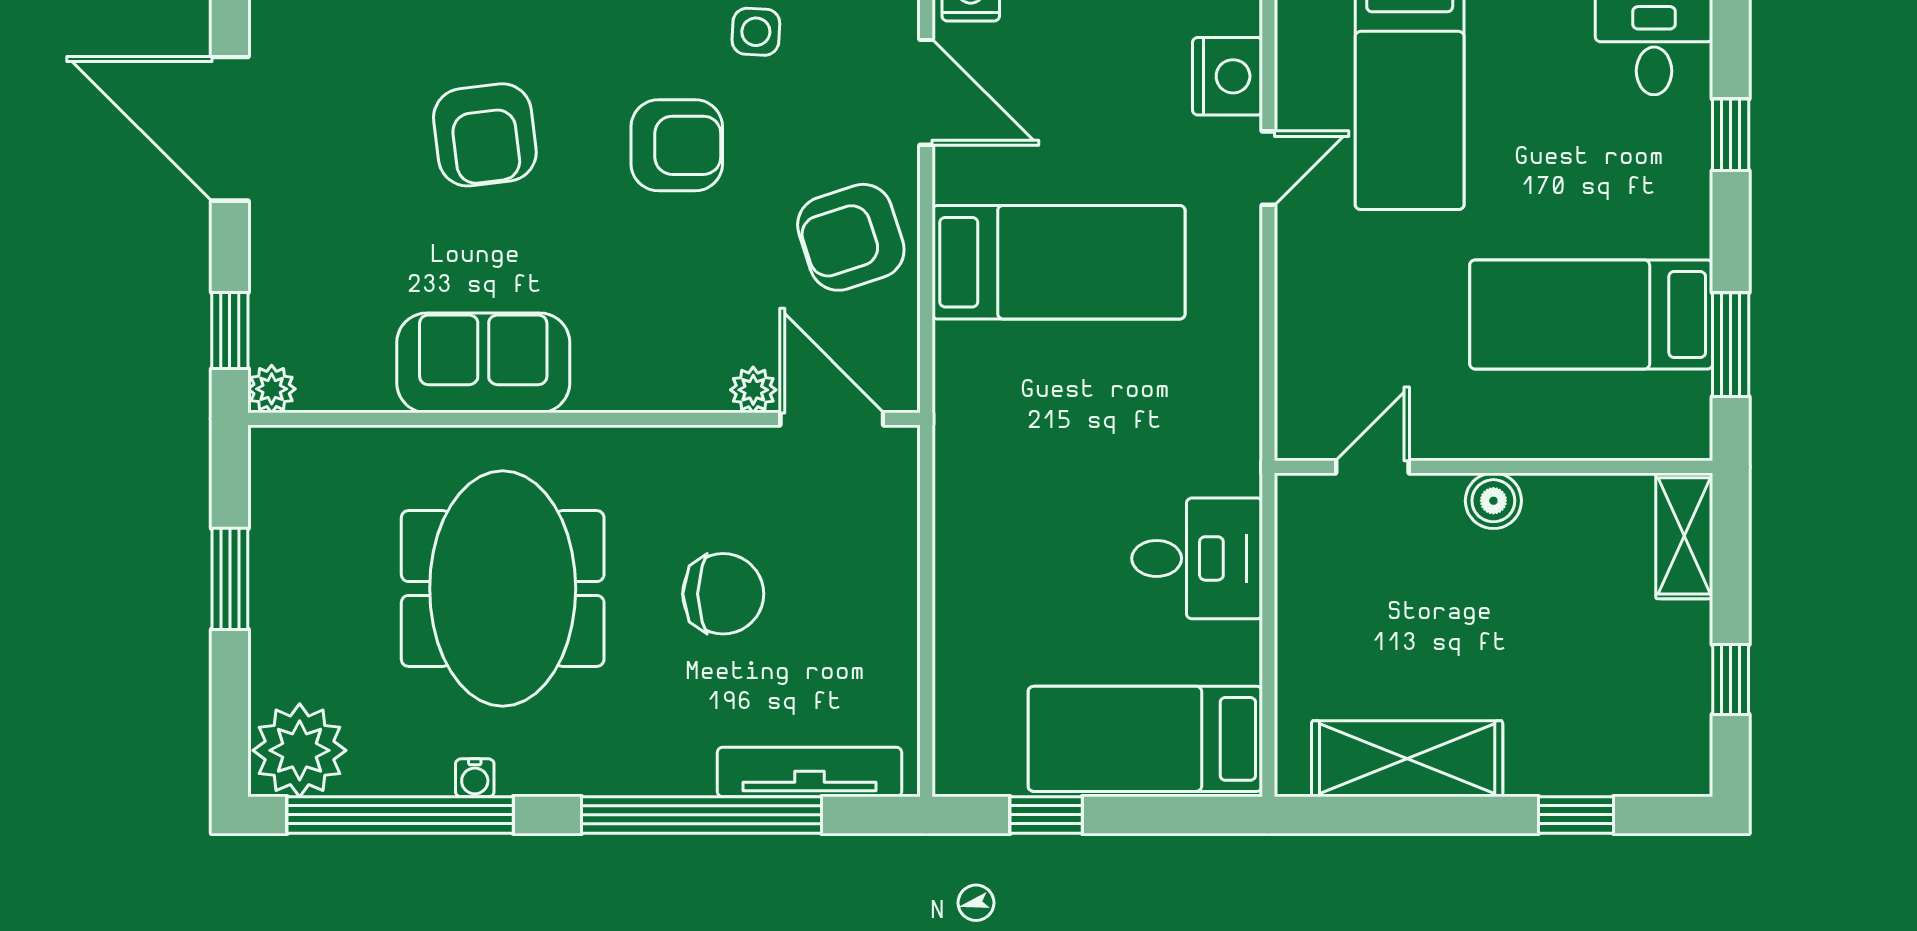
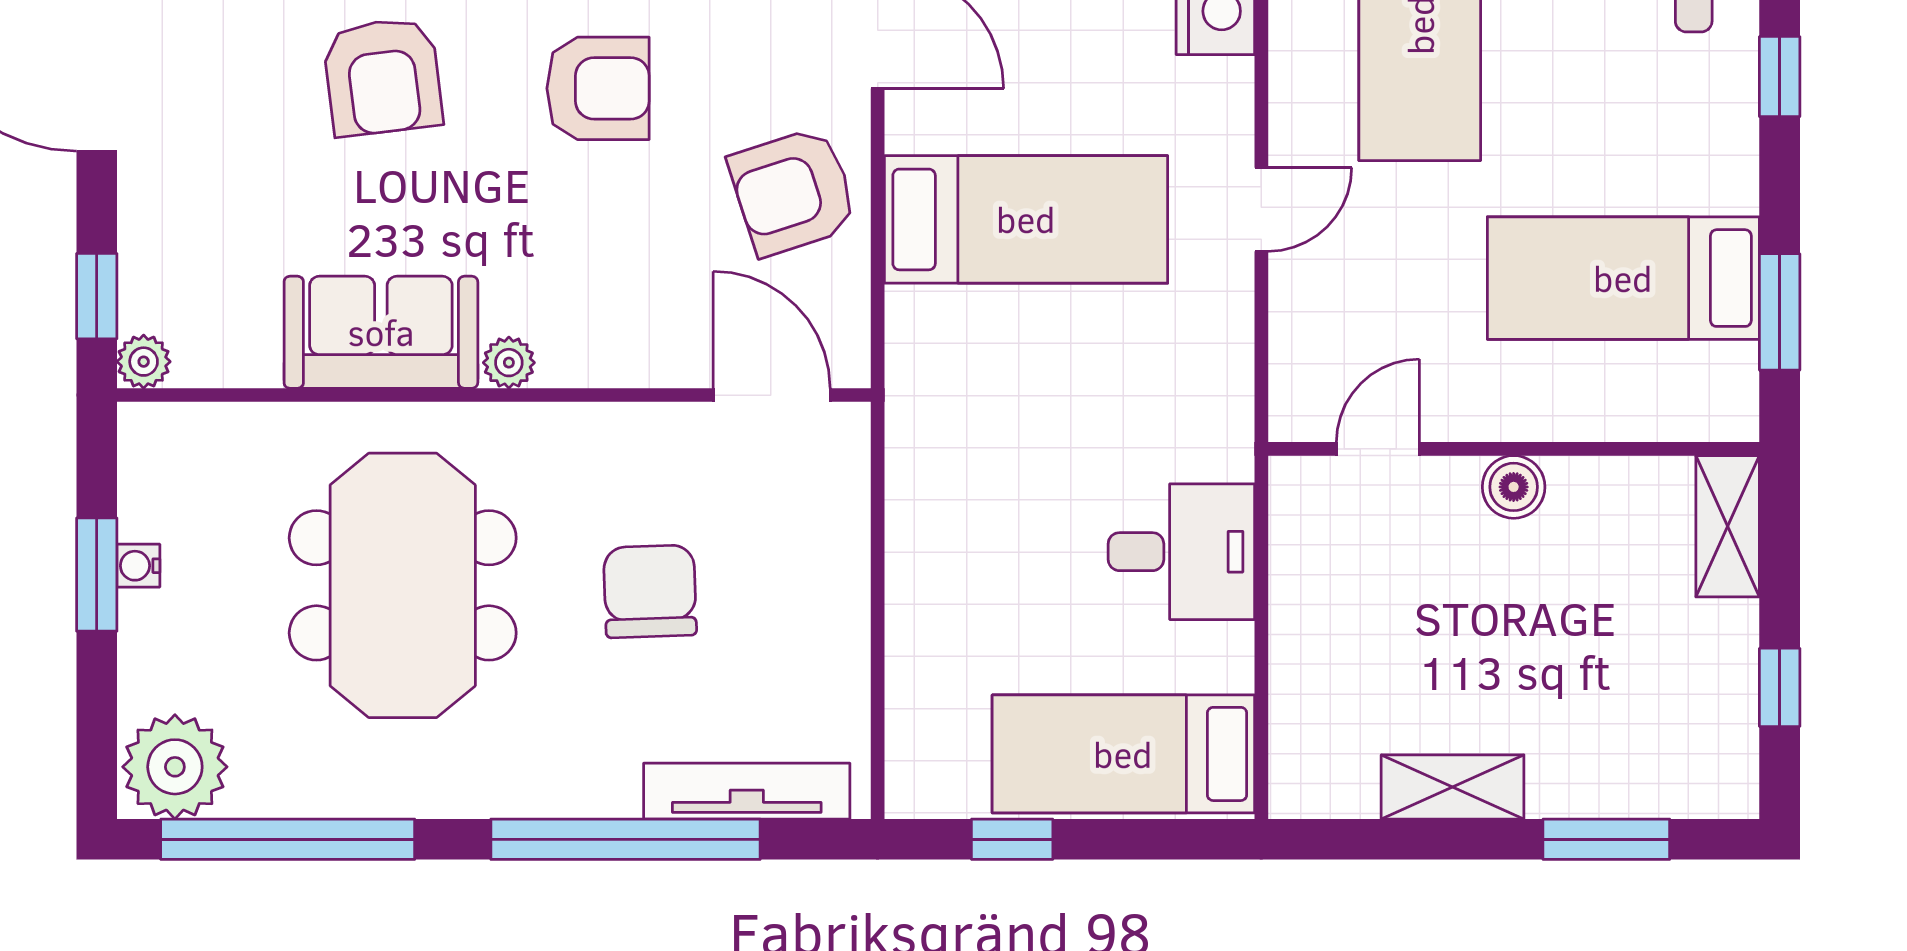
door: (1268, 168) -> (1261, 210), moved
plant: (753, 390) -> (509, 363), moved
chair: (723, 594) -> (650, 591), turned -92
shelving: (1407, 759) -> (1453, 787), width x0.67, depth x0.75
water cooler: (475, 778) -> (138, 566), moved, turned 90
window: (1576, 815) -> (1606, 839), width x1.50

